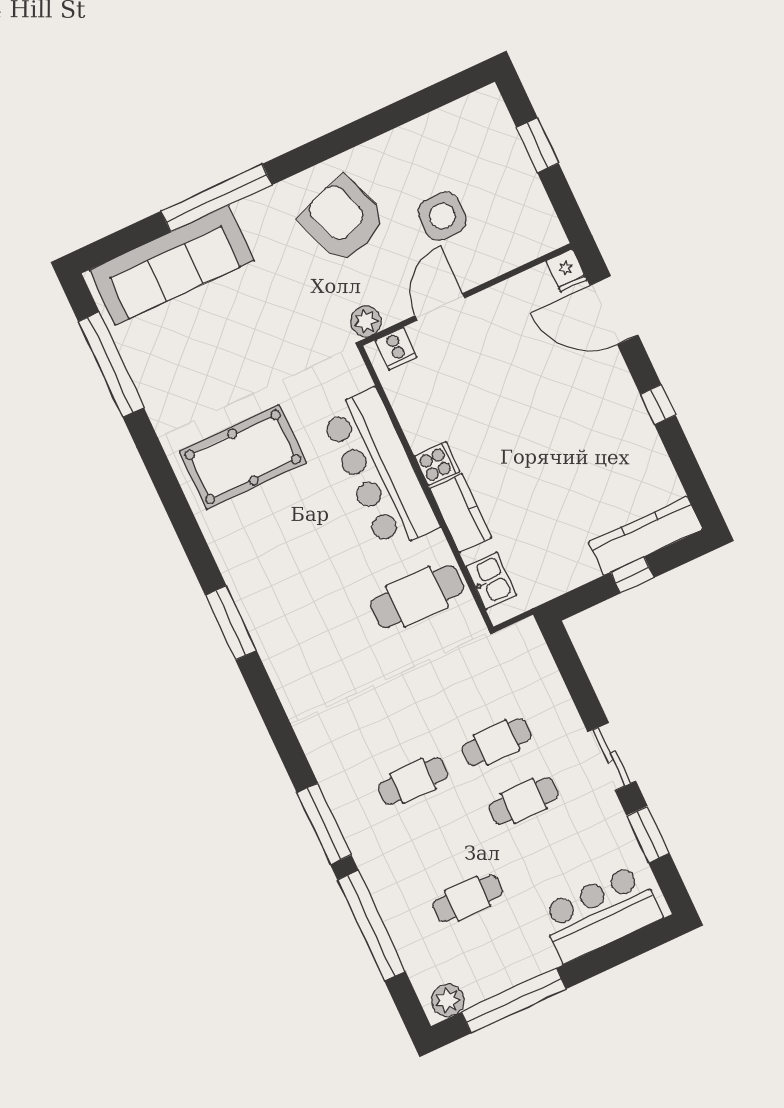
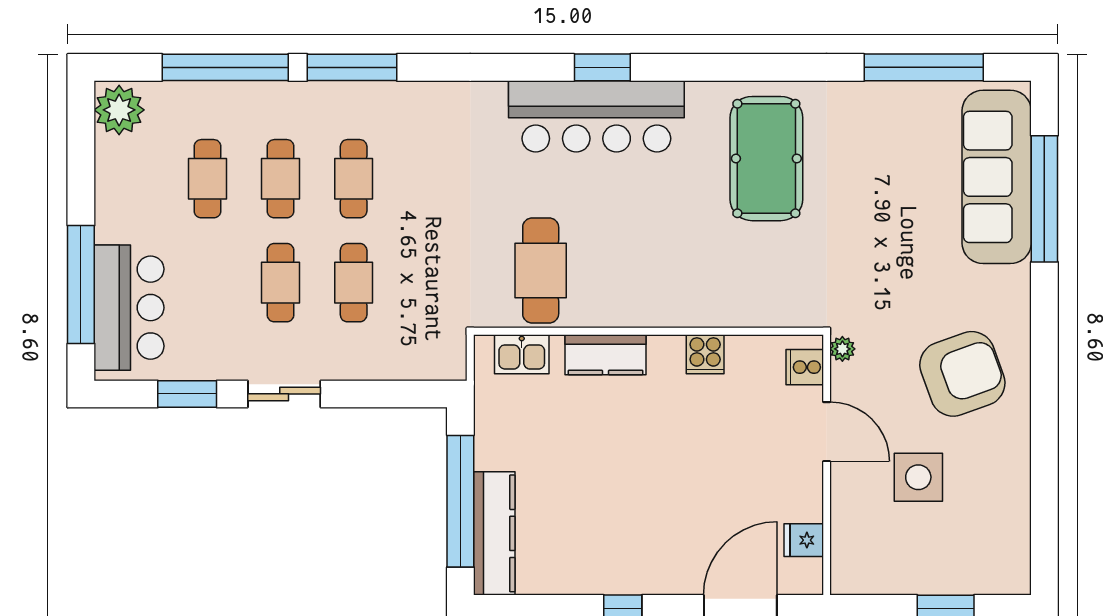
window: (216, 198) -> (1044, 199), moved
fridge: (567, 270) -> (804, 540), moved
plant: (366, 321) -> (842, 349), width x0.73, depth x0.73
cooker: (437, 464) -> (705, 354), moved
bar counter: (379, 470) -> (596, 116), moved, turned 180
window: (632, 575) -> (460, 501), width x3.17
window: (231, 623) -> (602, 67), width x0.69
cafe table: (440, 840) -> (281, 179), added
plant: (448, 1000) -> (119, 110), width x1.36, depth x1.36
window: (514, 1000) -> (81, 284), moved

